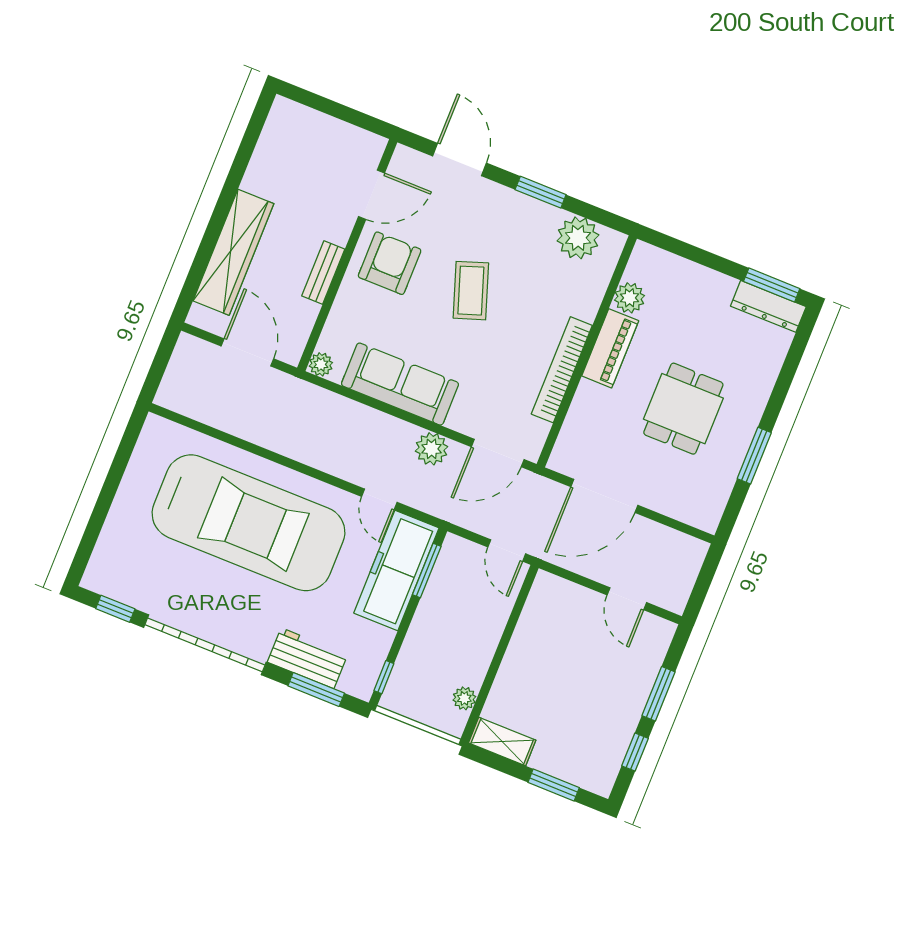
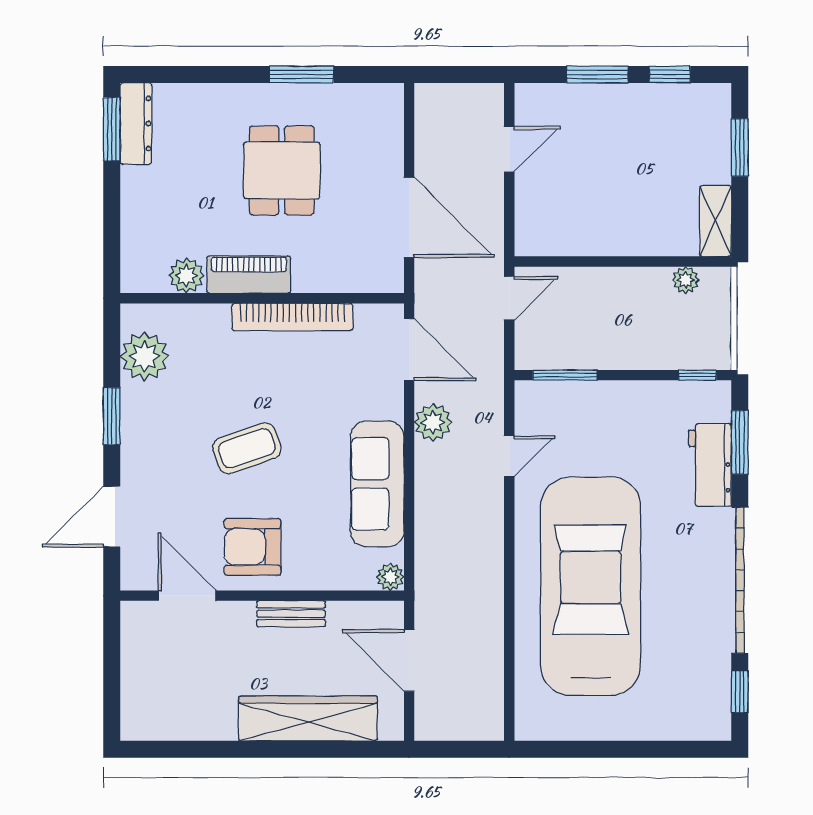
door: (247, 352) -> (409, 660), hinge flipped
dining table: (683, 409) -> (282, 170), turned 90
freezer: (396, 571) -> (578, 408), removed

